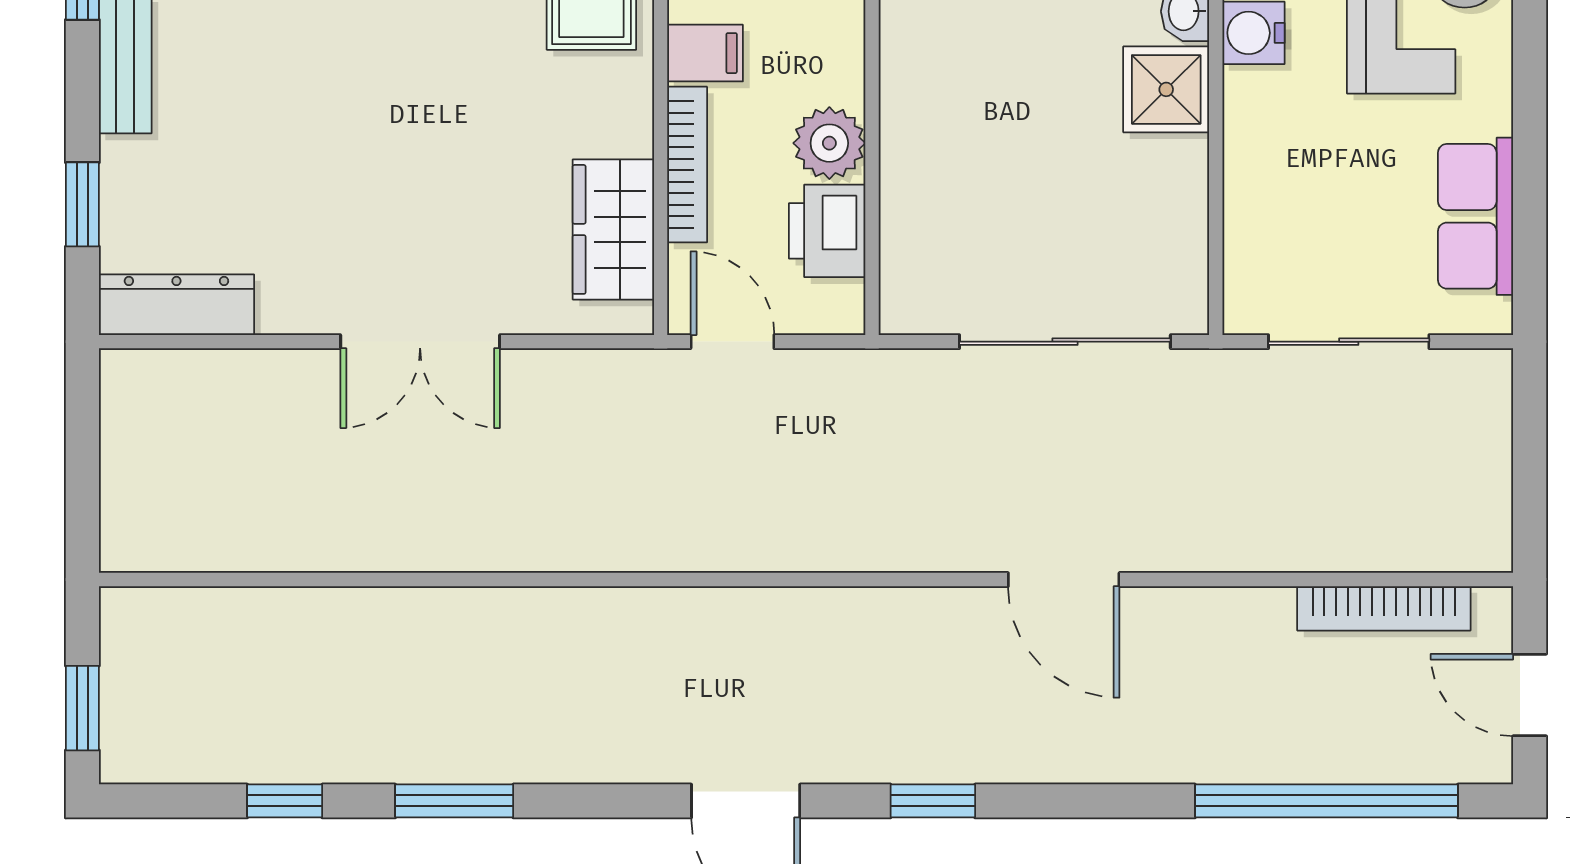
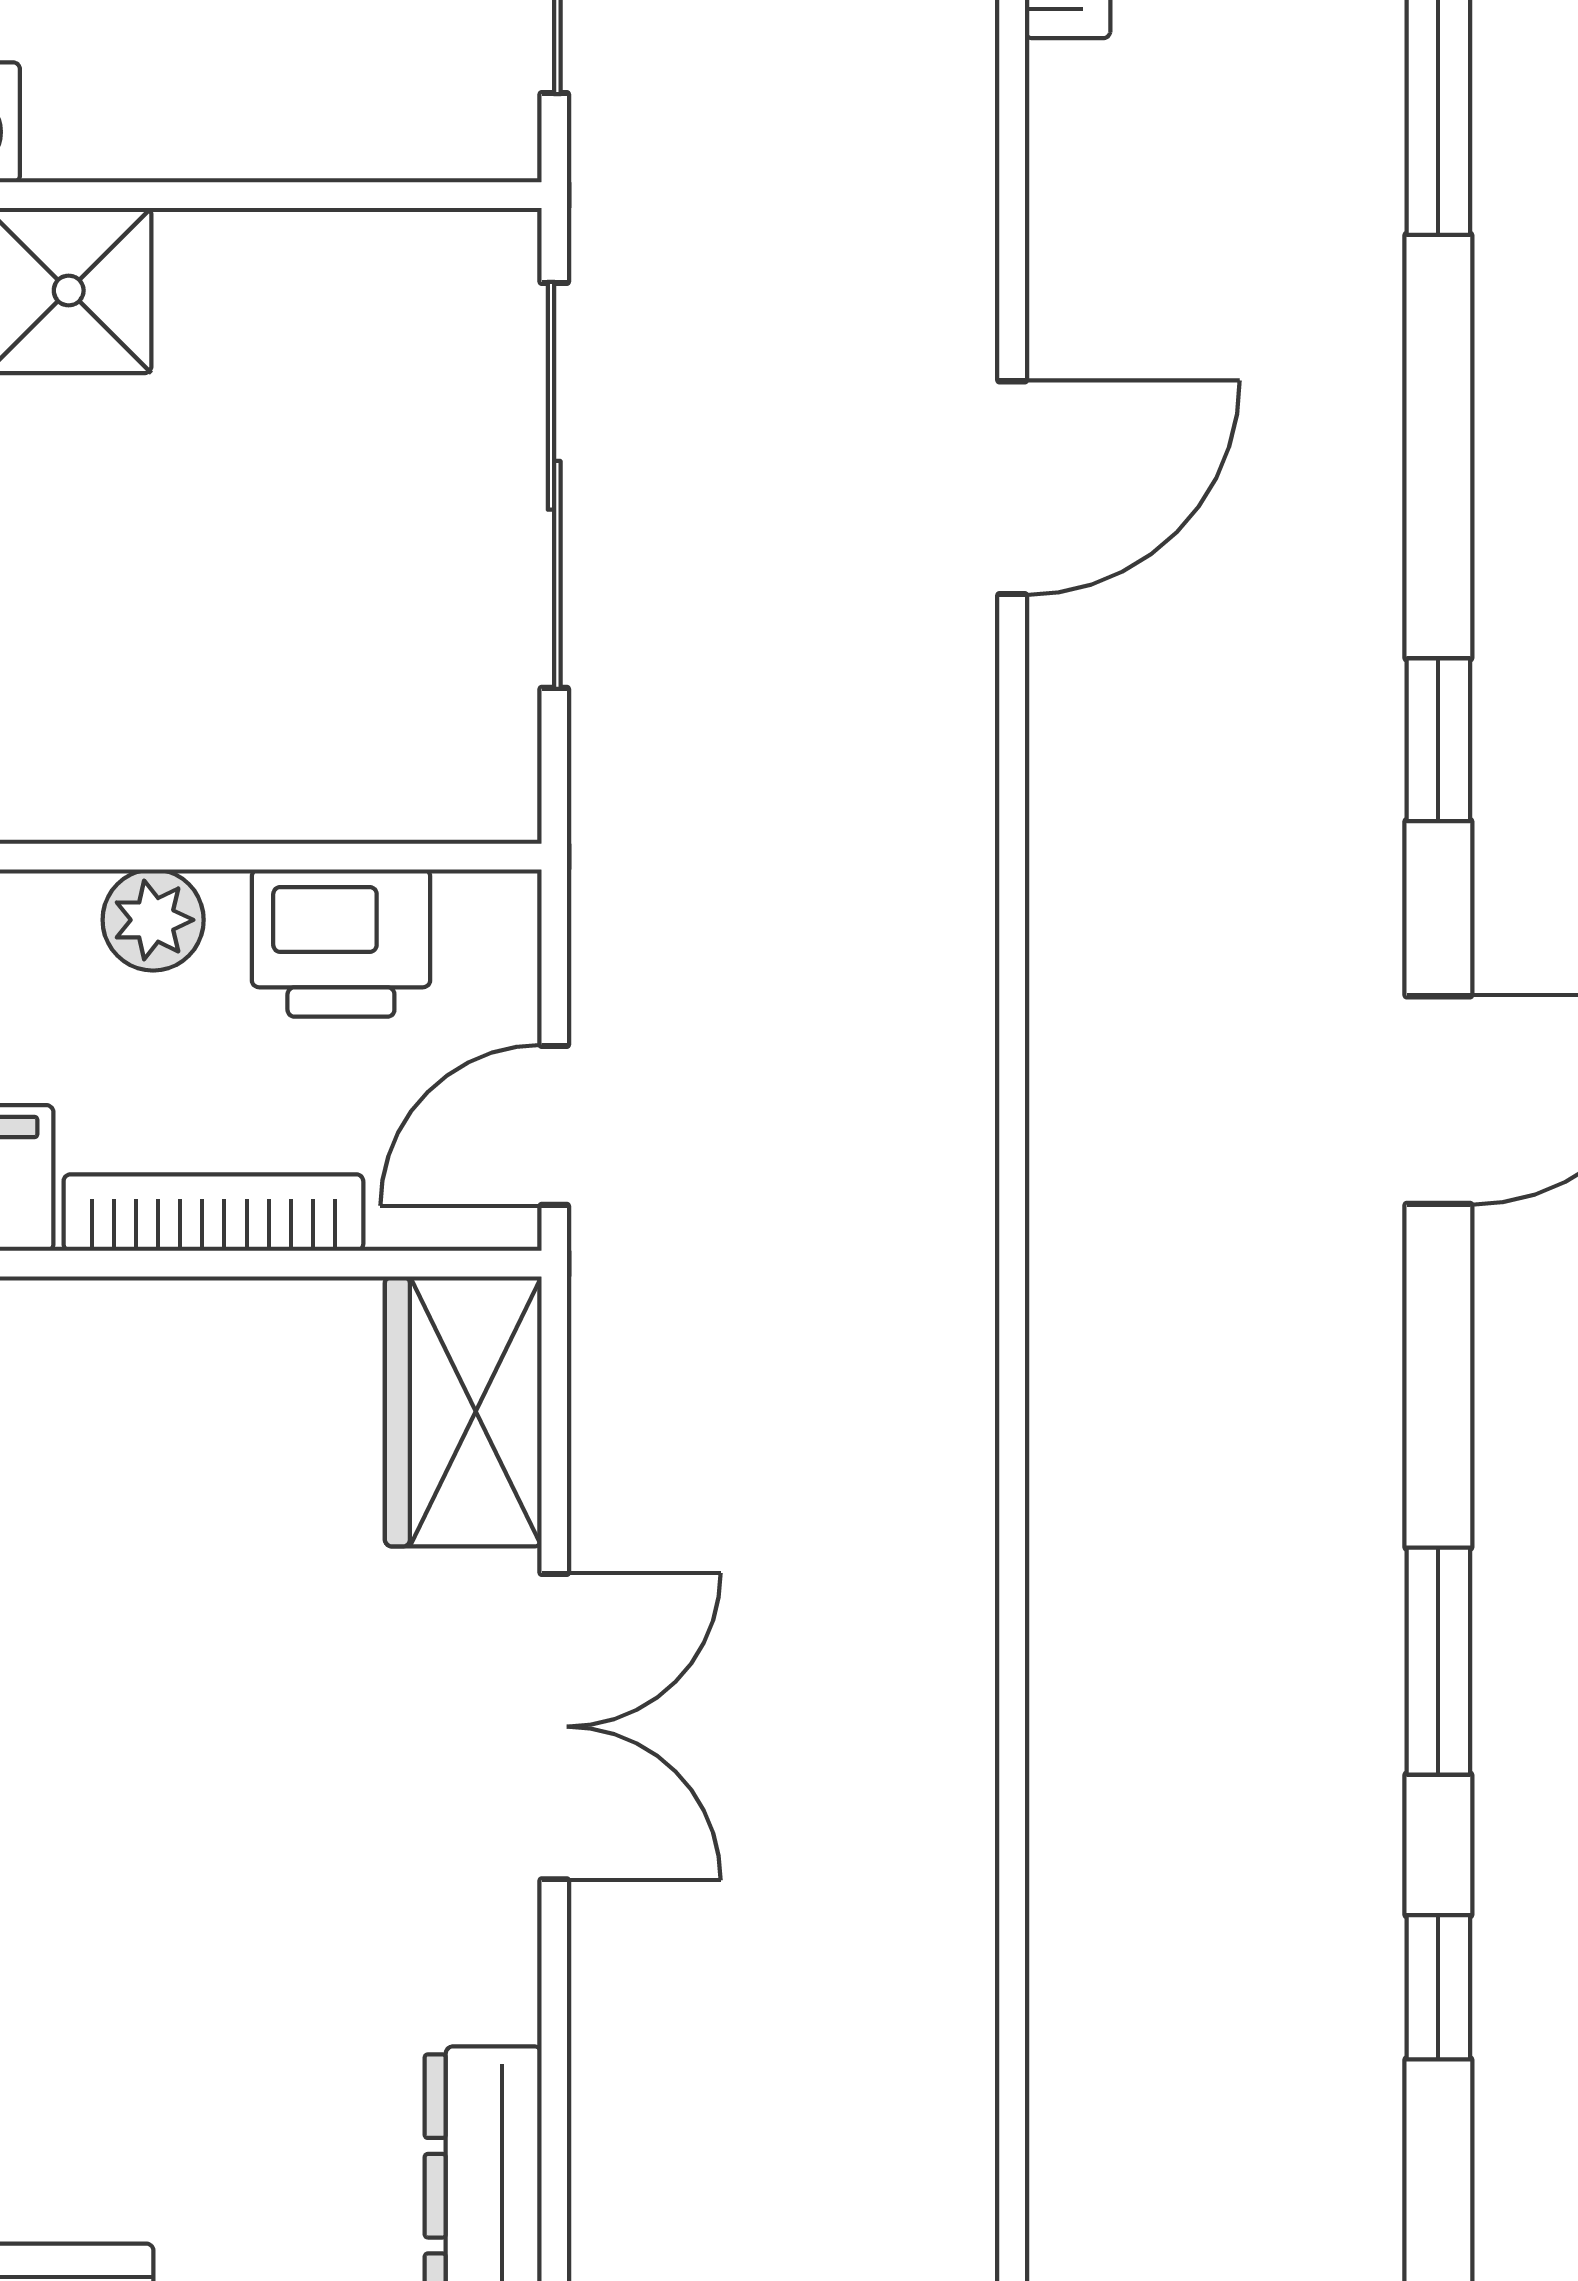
plant: (829, 143) -> (153, 920), width x0.73, depth x0.73
wardrobe: (613, 229) -> (463, 1411), moved, turned 90

